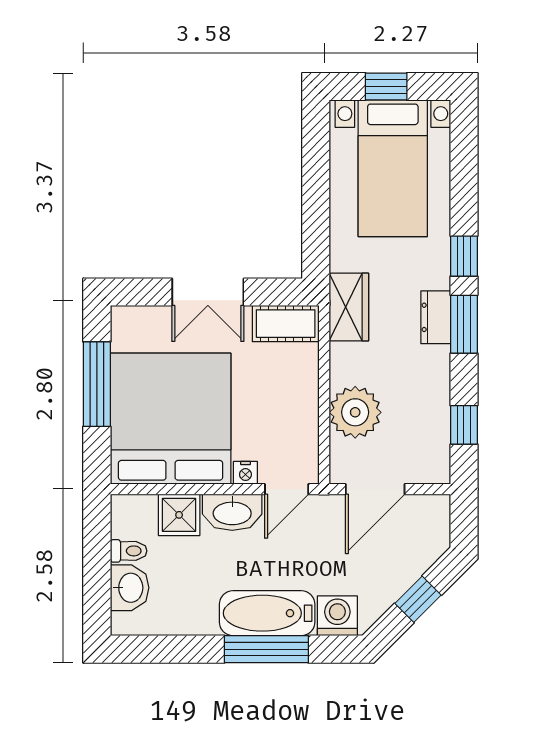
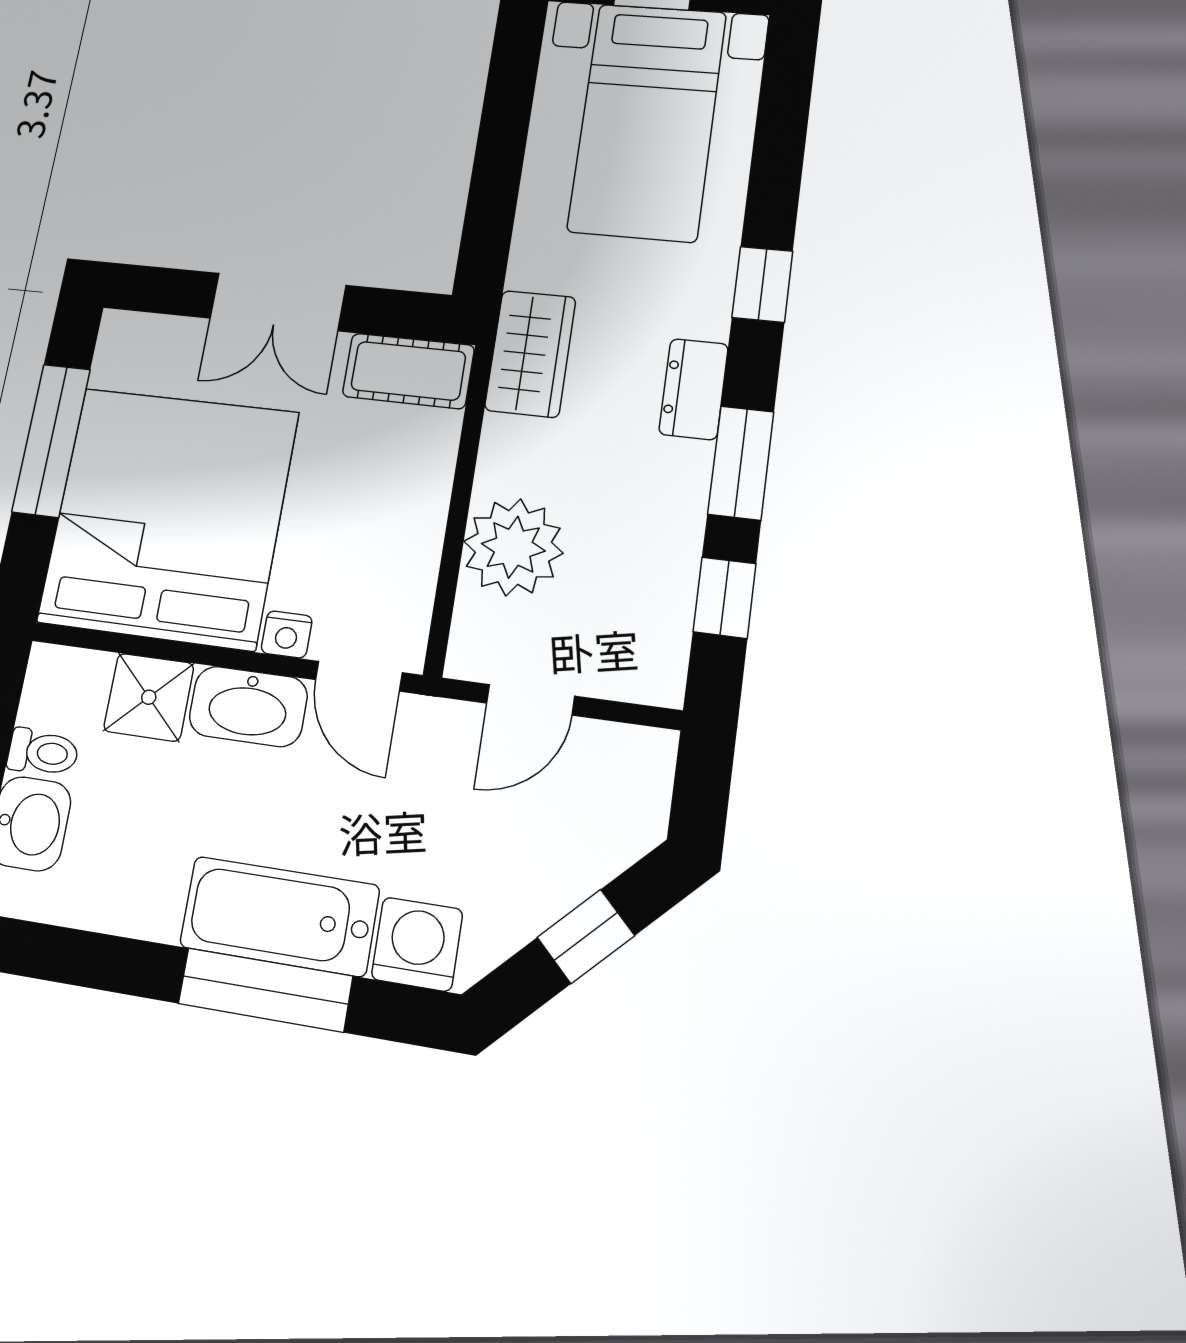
window: (464, 324) -> (741, 463), moved
door: (287, 489) -> (359, 676), hinge flipped
door: (375, 489) -> (530, 700), width x0.73

